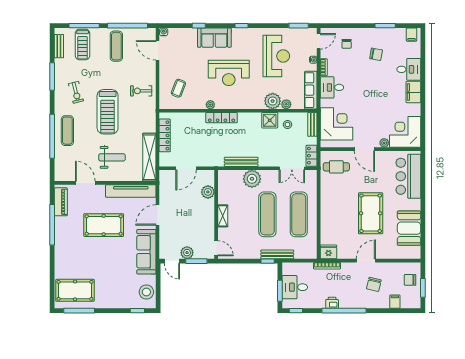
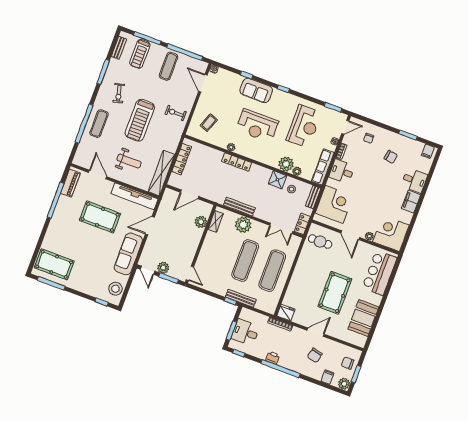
shelving: (223, 216) -> (216, 221), moved
plant: (414, 302) -> (344, 384), added

